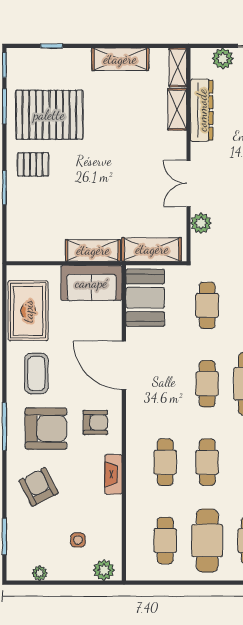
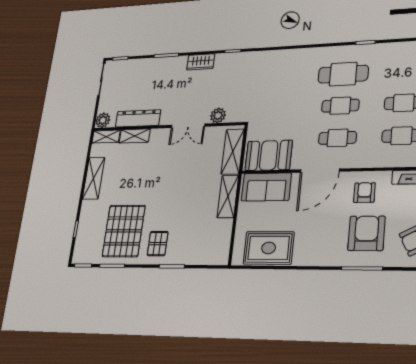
plant: (223, 58) -> (103, 120), moved
sofa: (91, 283) -> (266, 187), moved, turned 90
cafe table: (207, 305) -> (338, 138), moved
coffee table: (36, 373) -> (320, 241), removed

